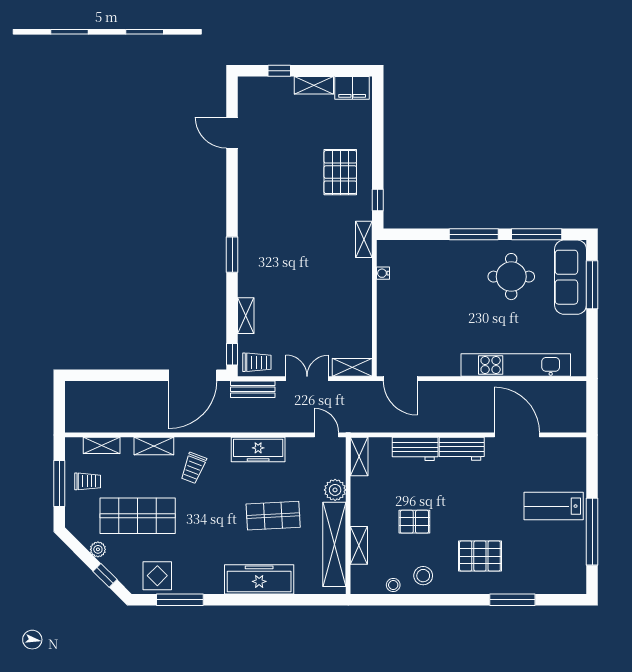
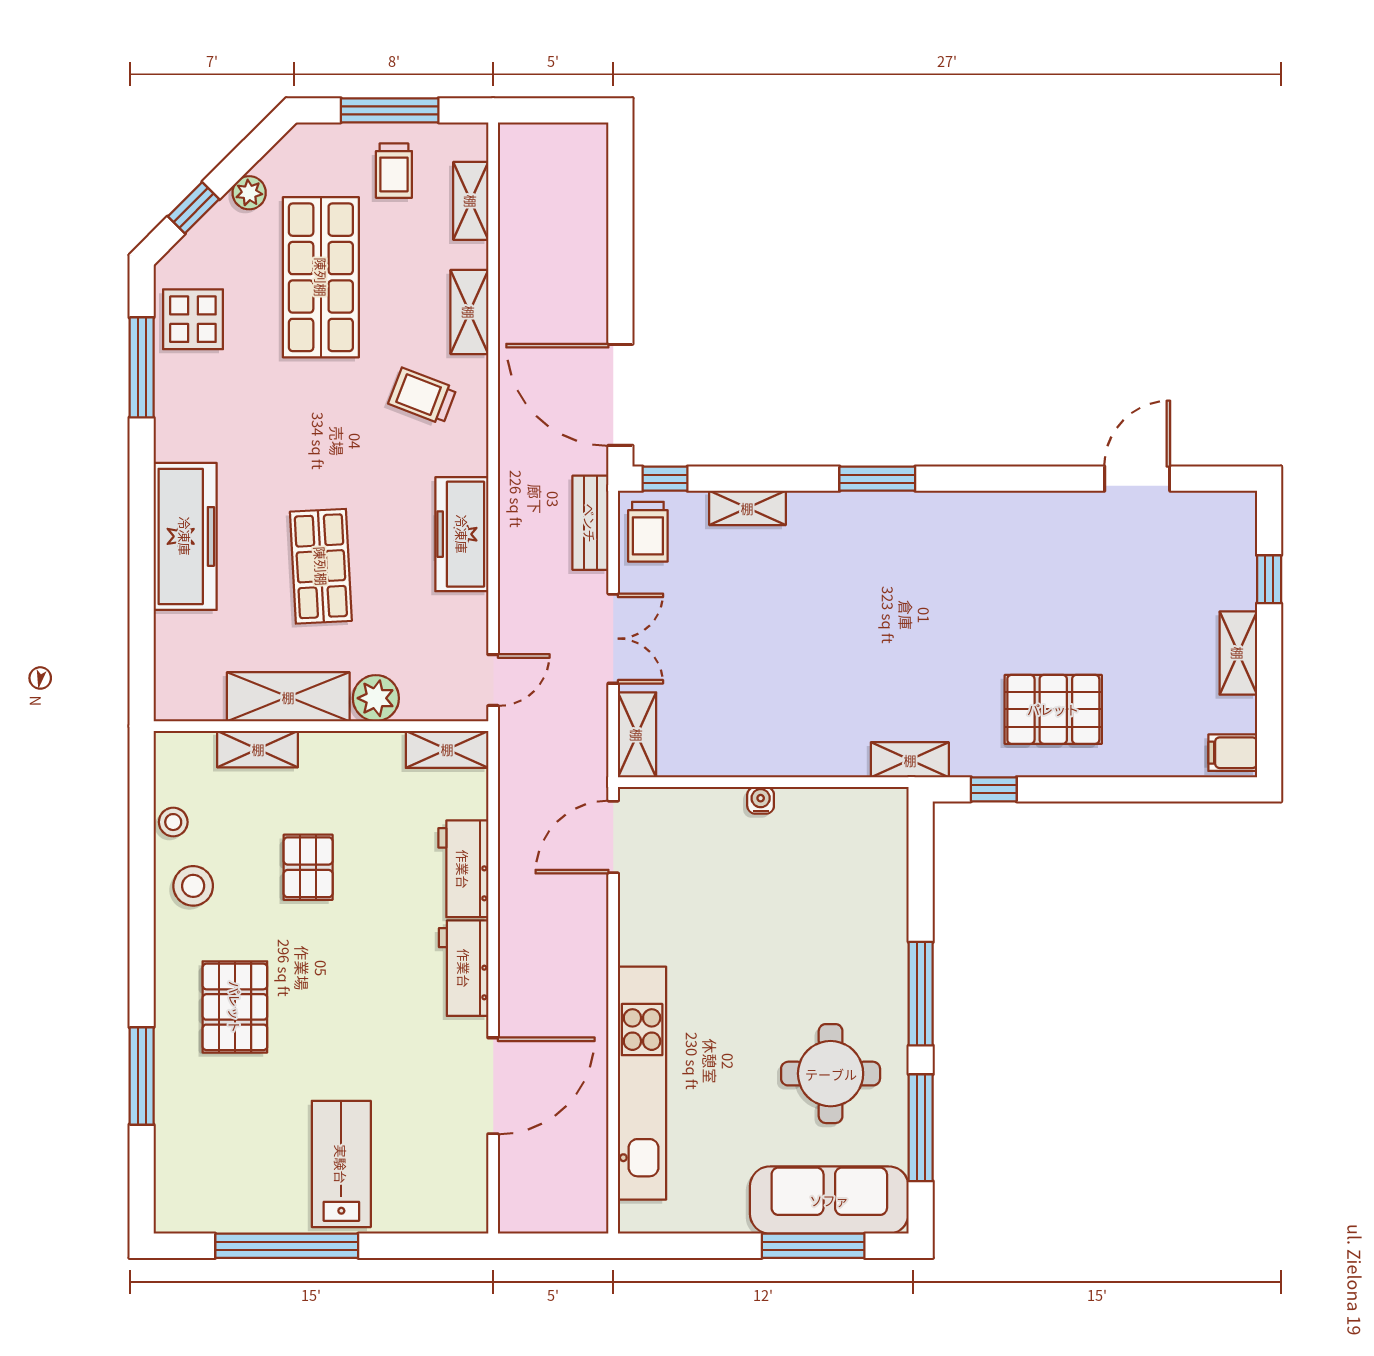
filing cabinet: (352, 88) -> (1233, 753), width x0.50
water cooler: (383, 273) -> (761, 800), moved
shelving: (334, 544) -> (288, 697), width x0.68

